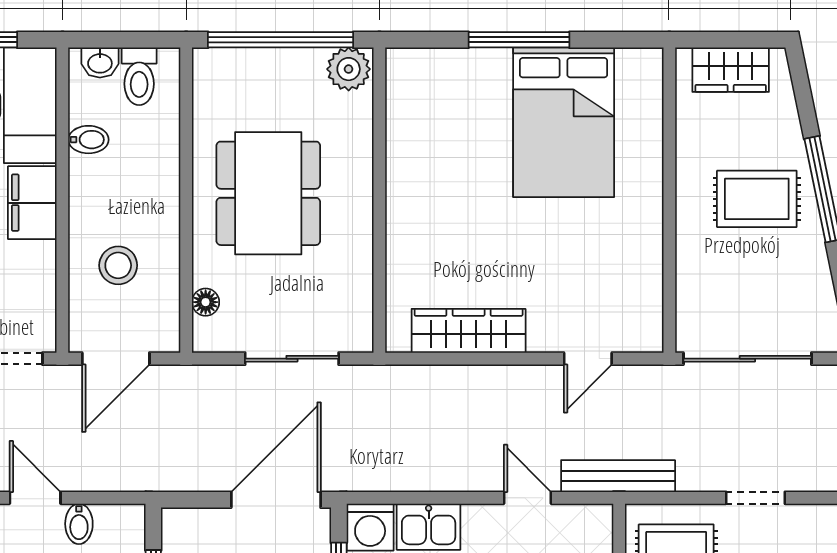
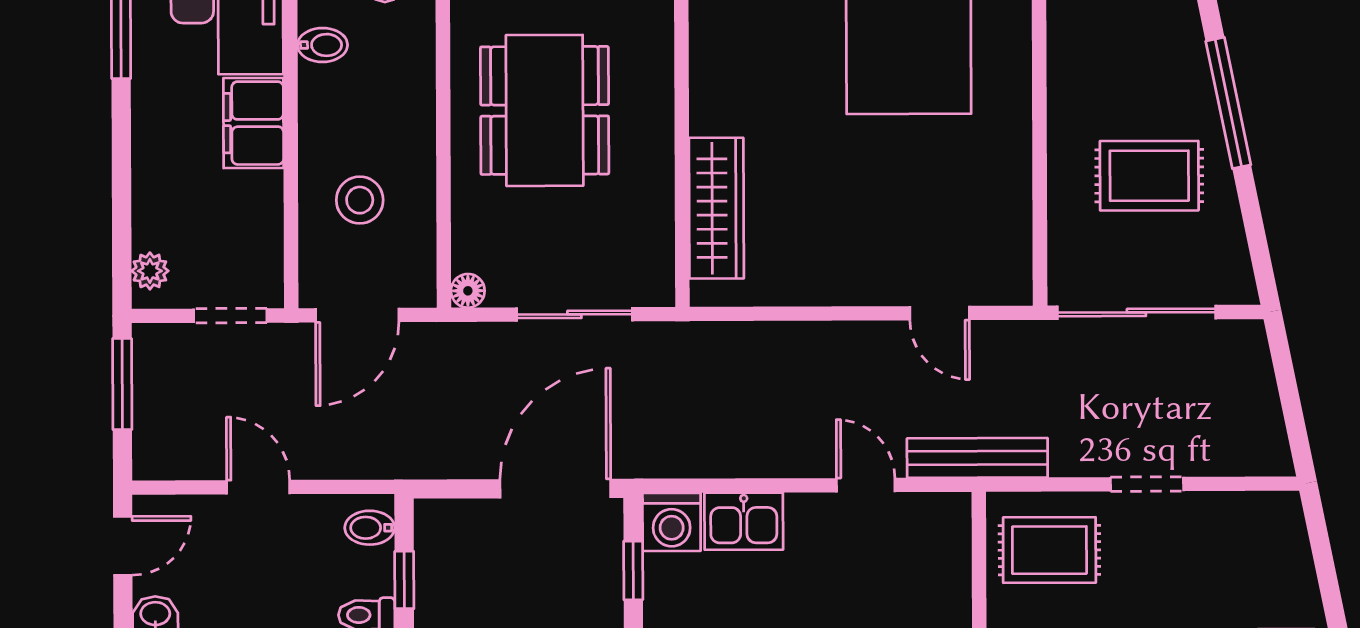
rug: (757, 199) -> (1149, 176), moved
floor lamp: (206, 302) -> (468, 291), moved
wardrobe: (469, 331) -> (716, 208), moved, turned 90
door: (588, 359) -> (940, 313), hinge flipped
bidet: (79, 524) -> (370, 528), moved, turned 90

